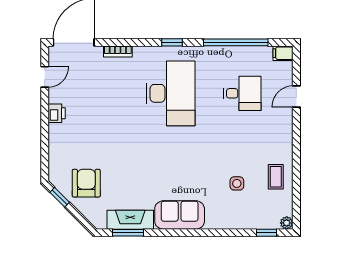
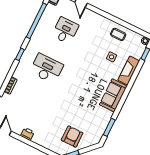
desk: (171, 93) -> (47, 68), width x0.73, depth x0.77
armchair: (86, 183) -> (72, 137), turned 90
fireplace: (130, 220) -> (129, 70), moved

